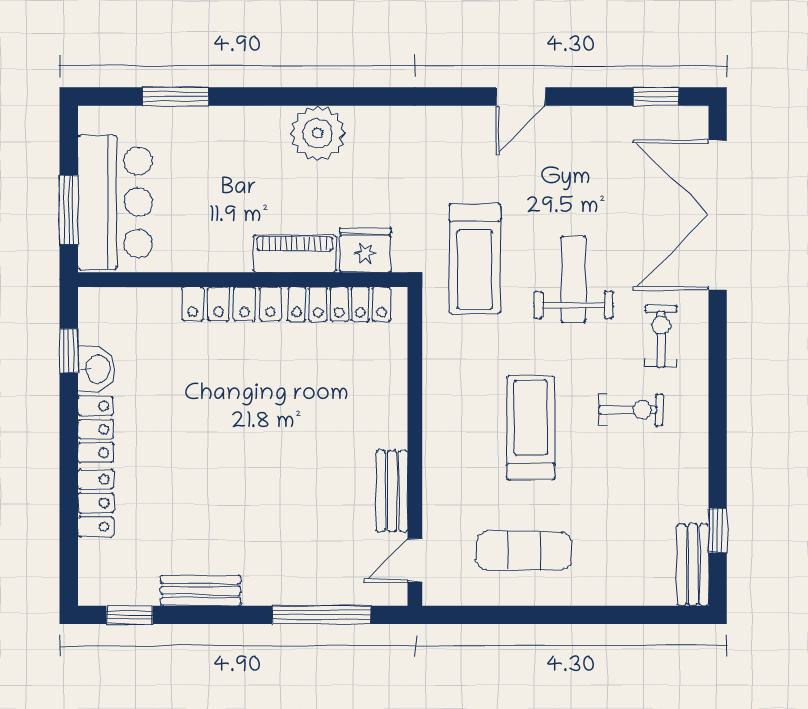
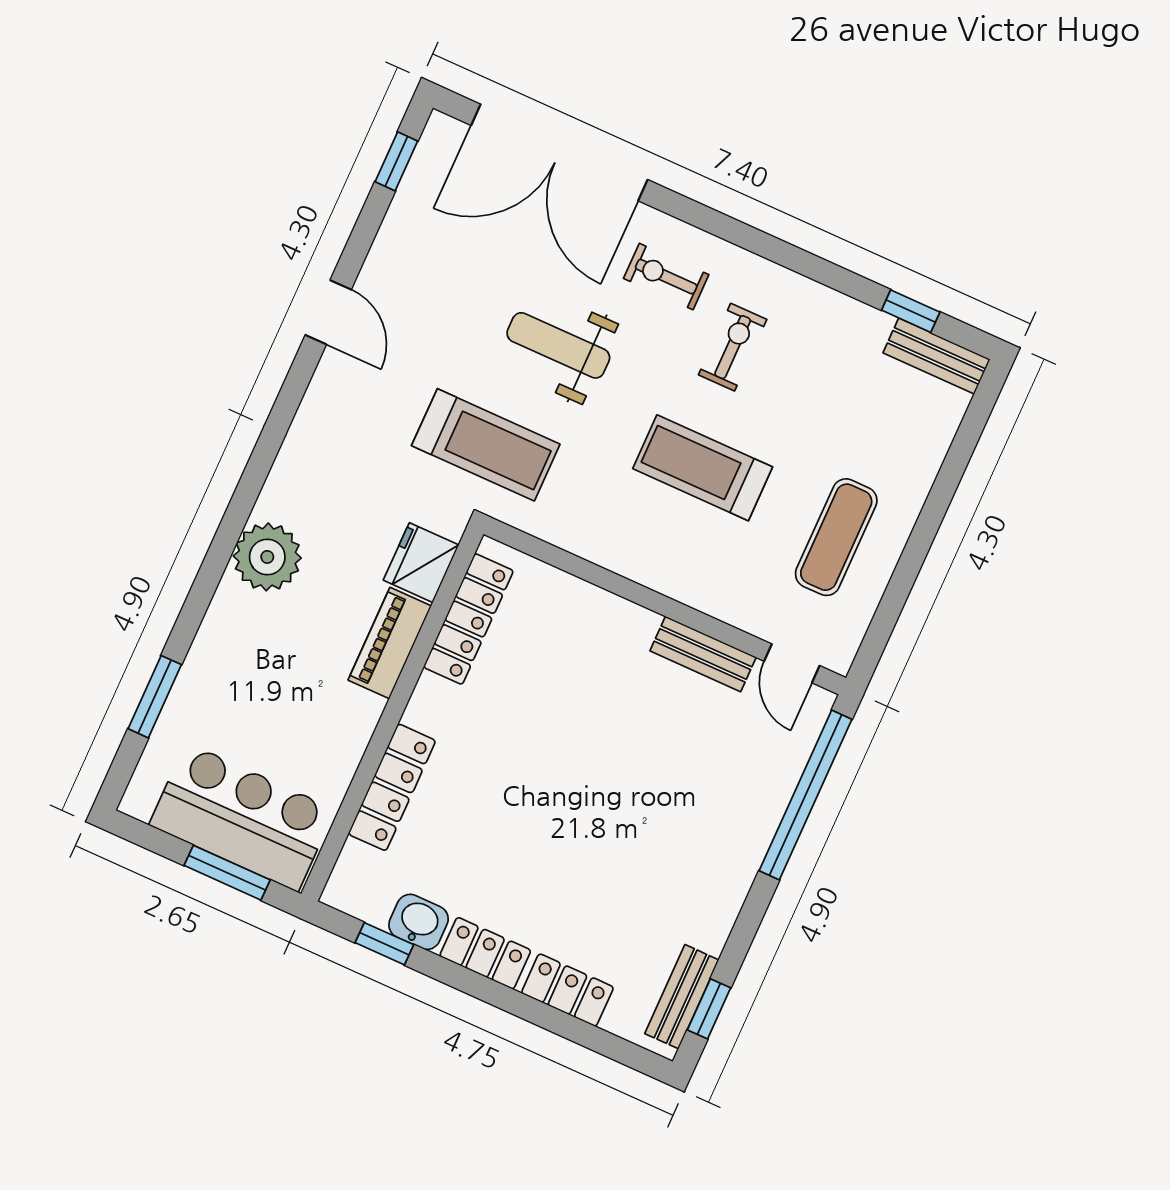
locker: (231, 304) -> (392, 787), moved
bench: (201, 590) -> (682, 997), moved
window: (321, 615) -> (805, 795), width x1.46

